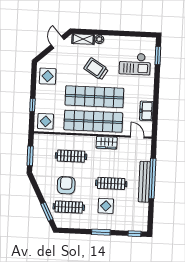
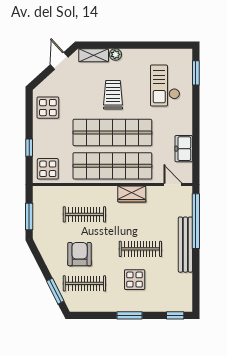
checkout: (135, 64) -> (165, 85), turned 90
trolley: (96, 69) -> (113, 95), turned 58
window: (152, 178) -> (196, 221), moved

